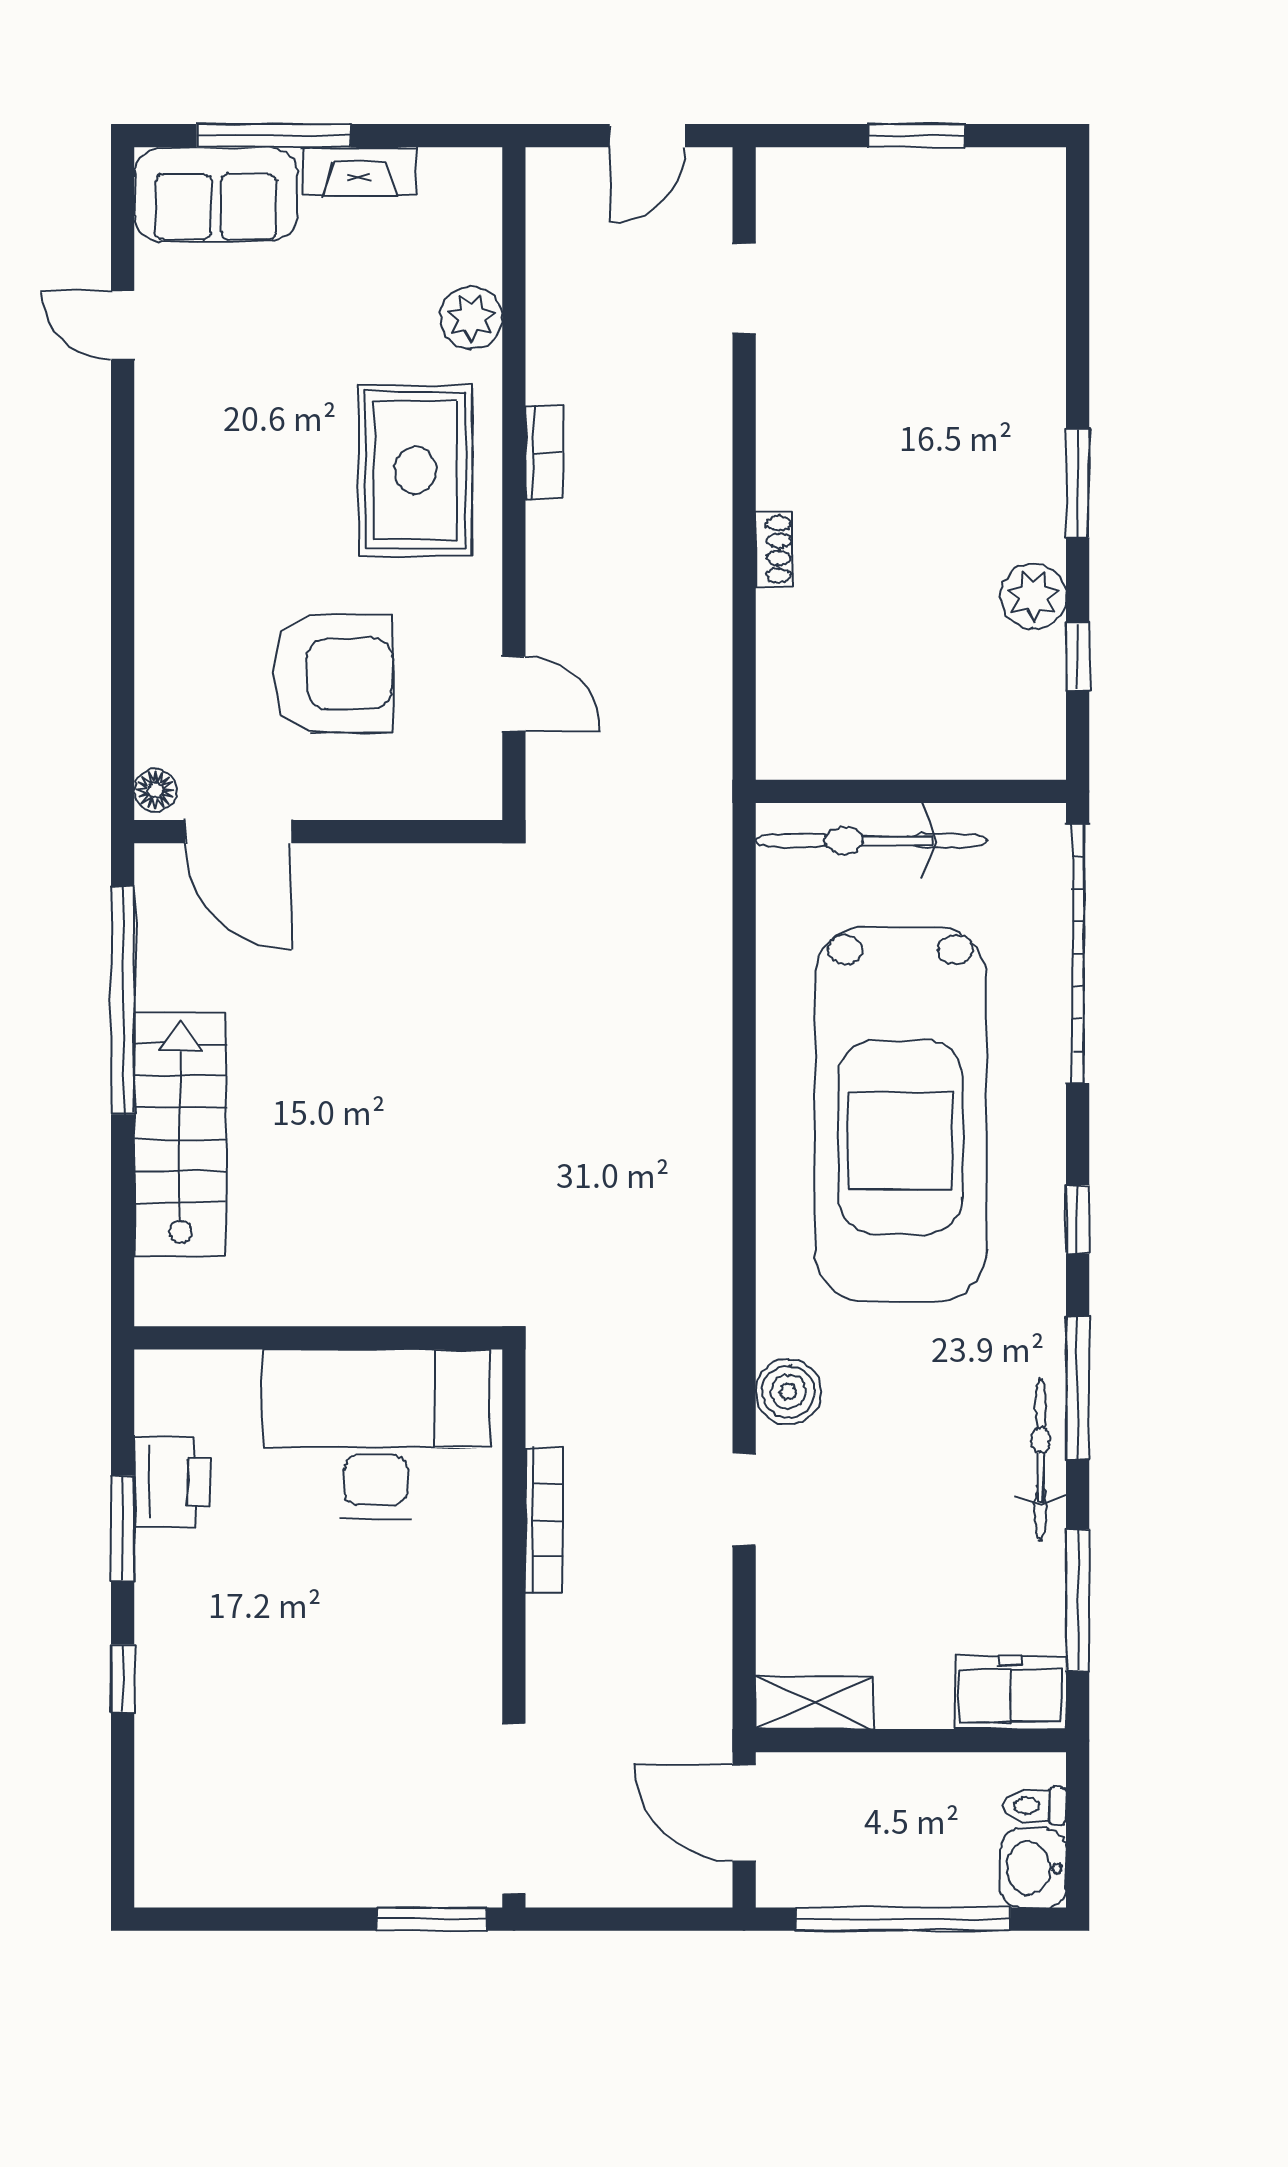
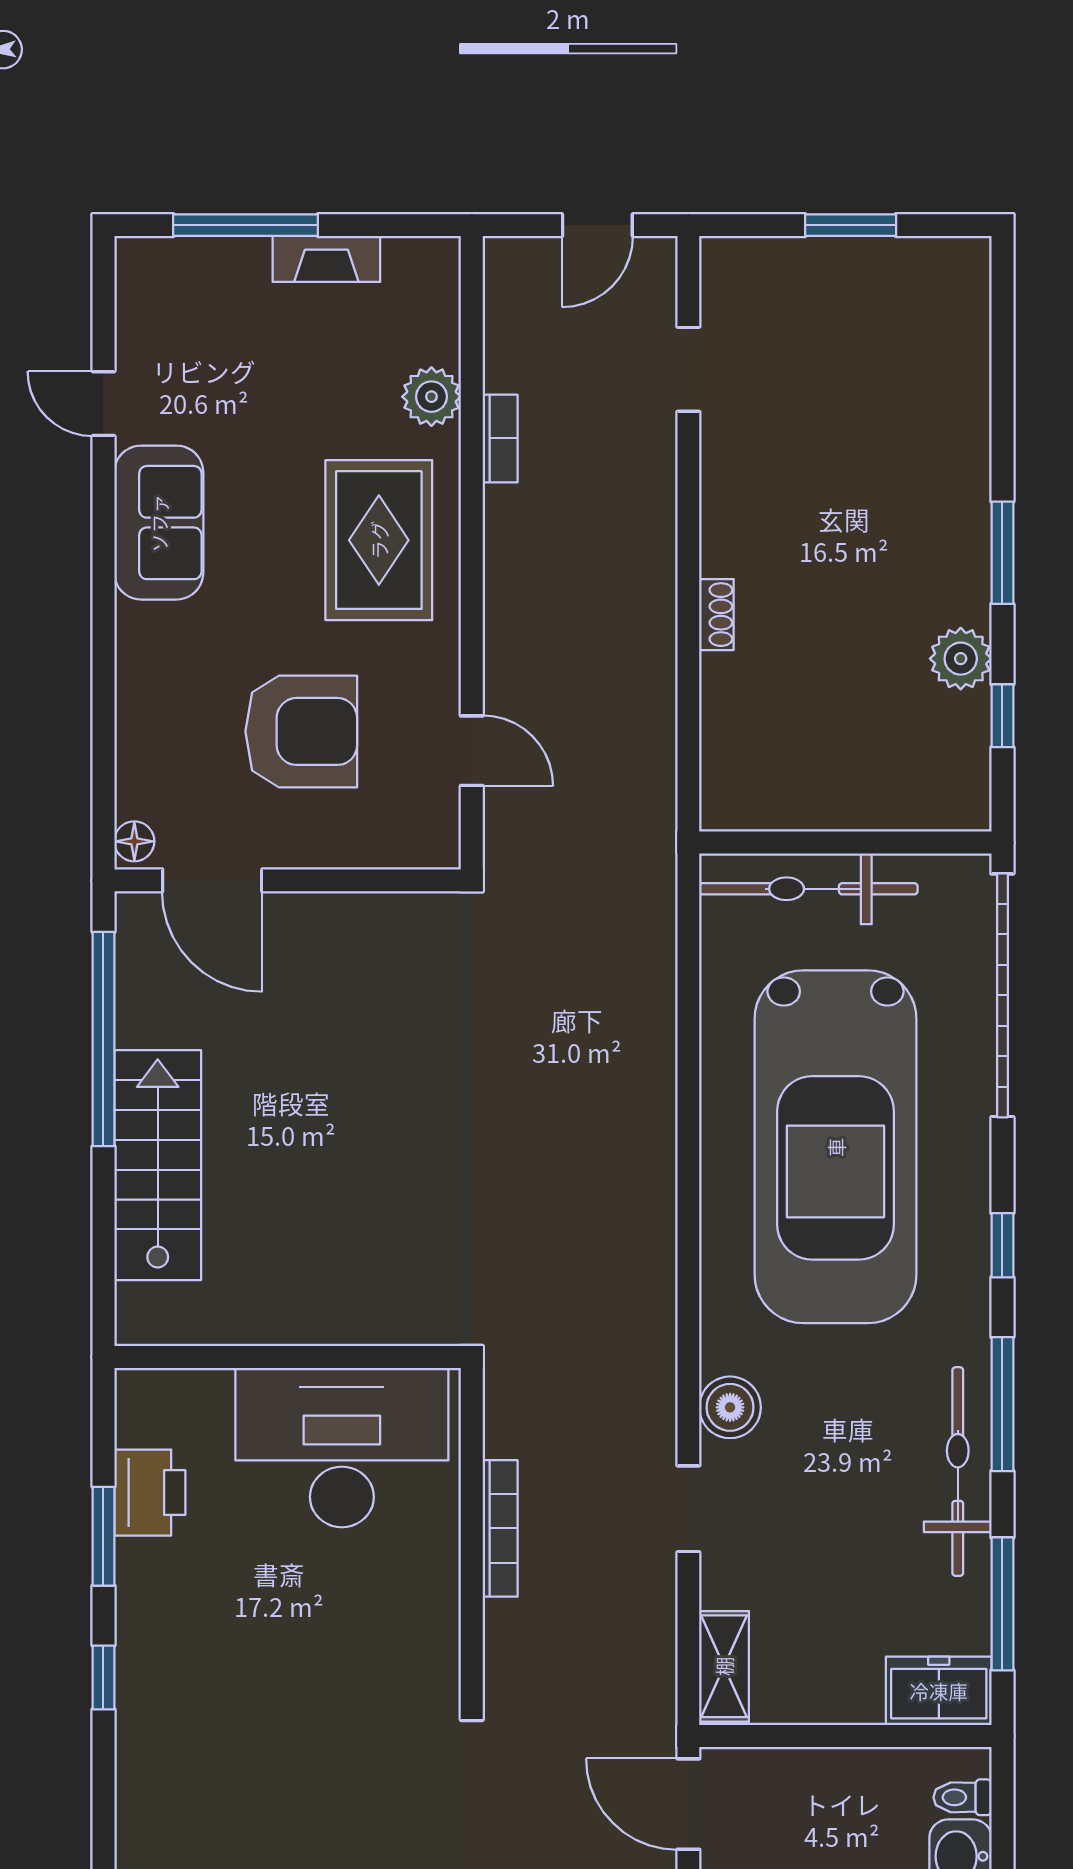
sofa: (216, 194) -> (159, 523), moved, turned -90
bookcase: (544, 453) -> (500, 438), moved
bicycle: (1041, 1460) -> (958, 1472), width x1.37, depth x1.40
shelving: (814, 1703) -> (724, 1666), moved, turned 90

